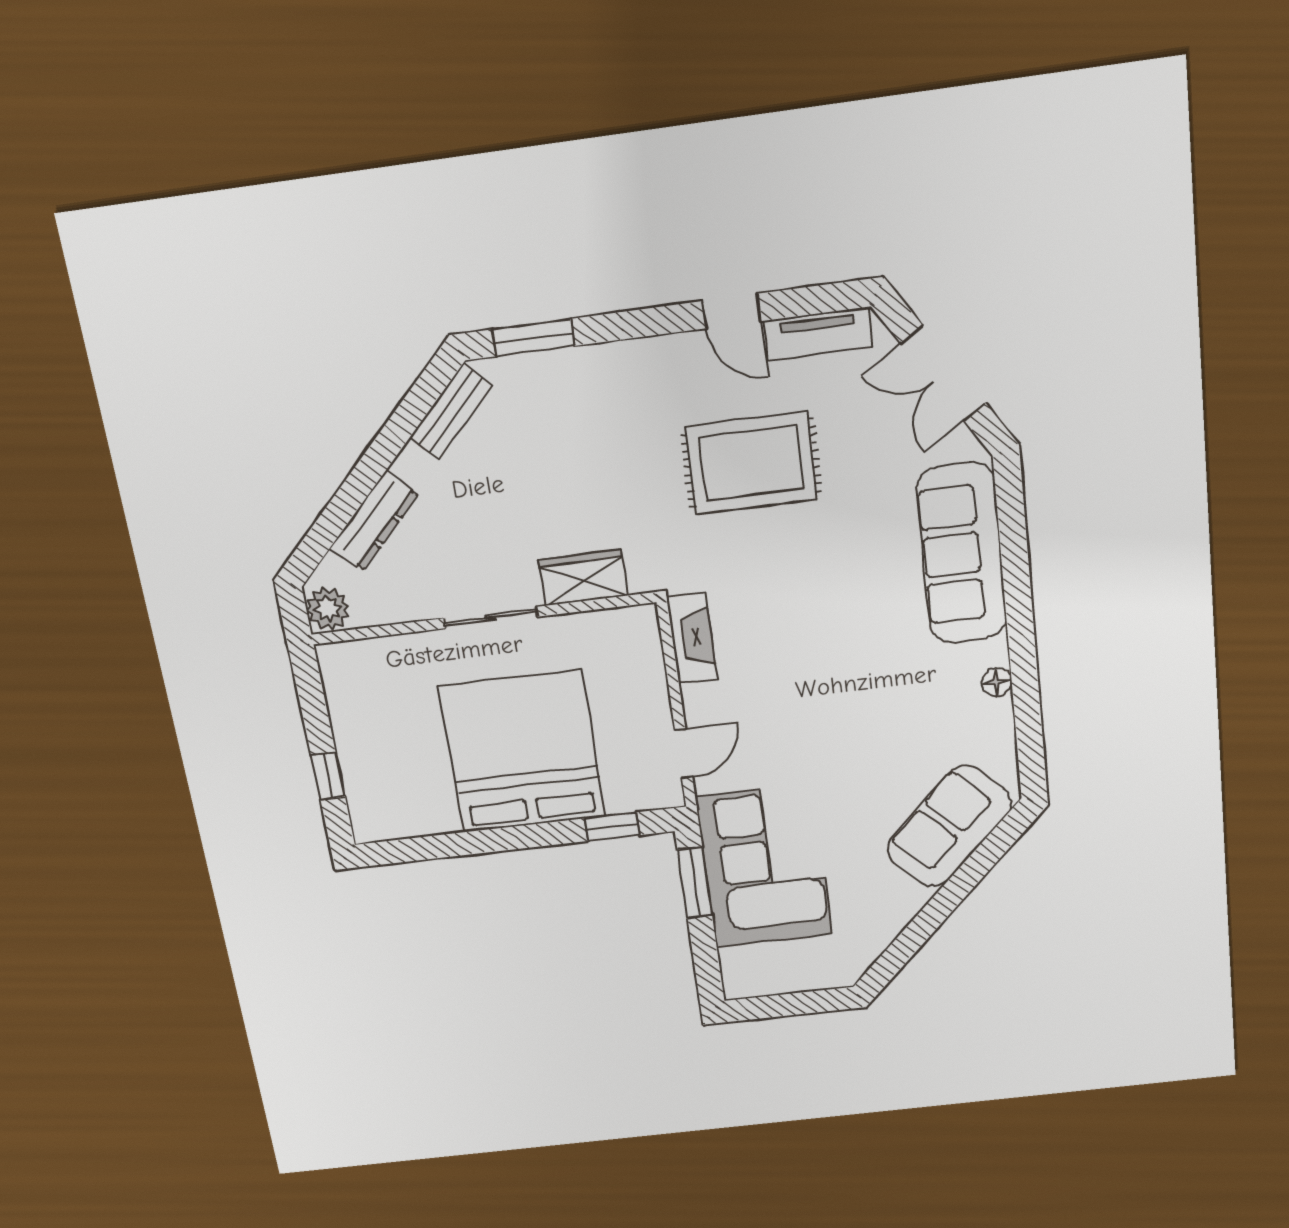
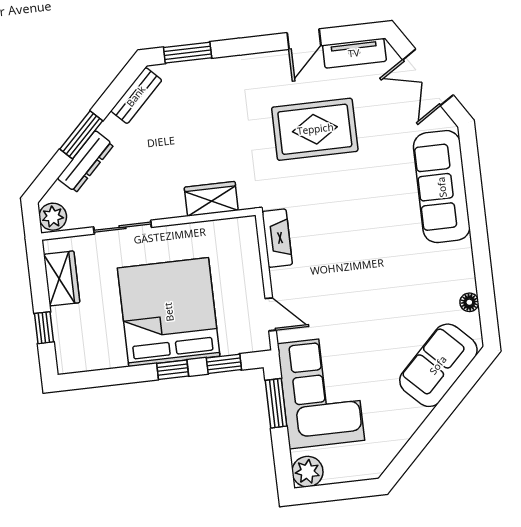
door: (732, 311) -> (304, 39), hinge flipped
window: (364, 478) -> (81, 135), added
sliding door: (491, 617) -> (123, 227), moved
floor lamp: (997, 682) -> (469, 302), moved
wardrobe: (350, 703) -> (62, 278), added
door: (684, 754) -> (271, 314), hinge flipped
window: (533, 836) -> (173, 370), added
plant: (744, 978) -> (307, 472), added

